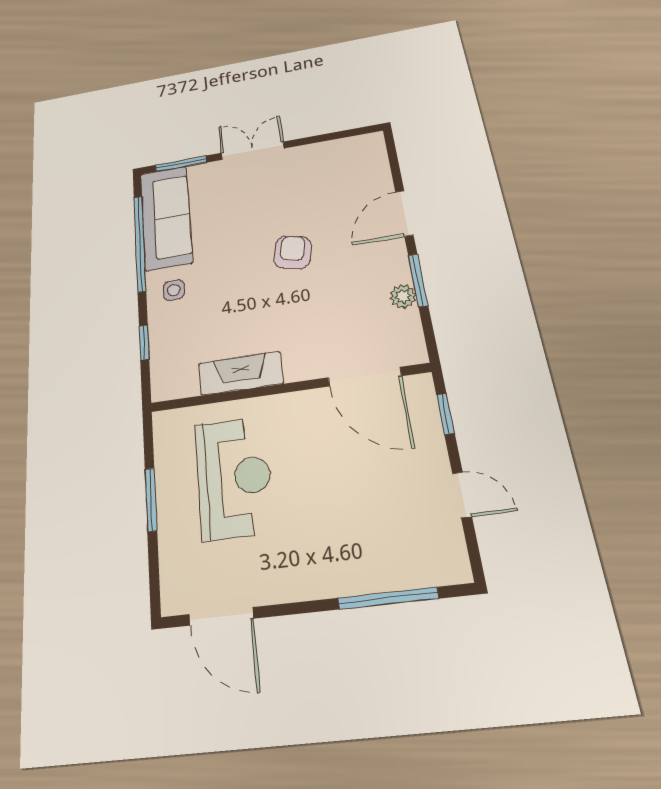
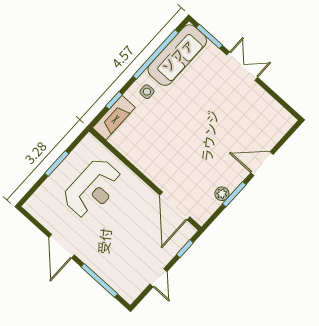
armchair: (292, 252) -> (206, 130), removed
fireplace: (241, 373) -> (114, 118), moved, turned 90
door: (221, 616) -> (62, 246), moved

